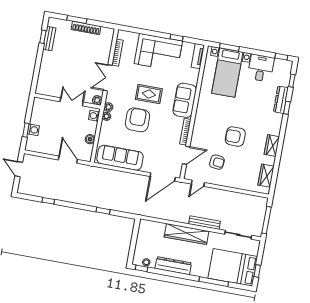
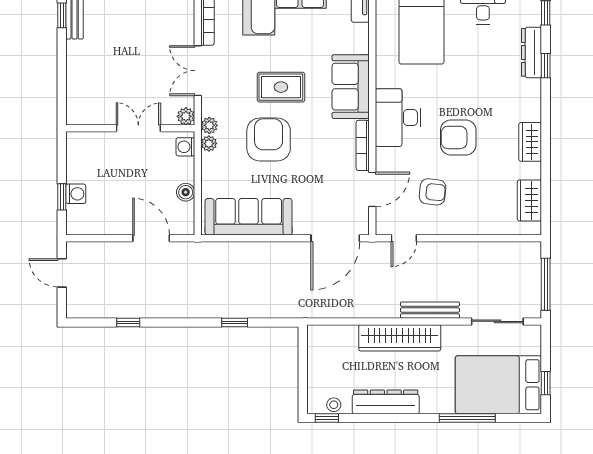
desk: (206, 121) -> (398, 118), added

